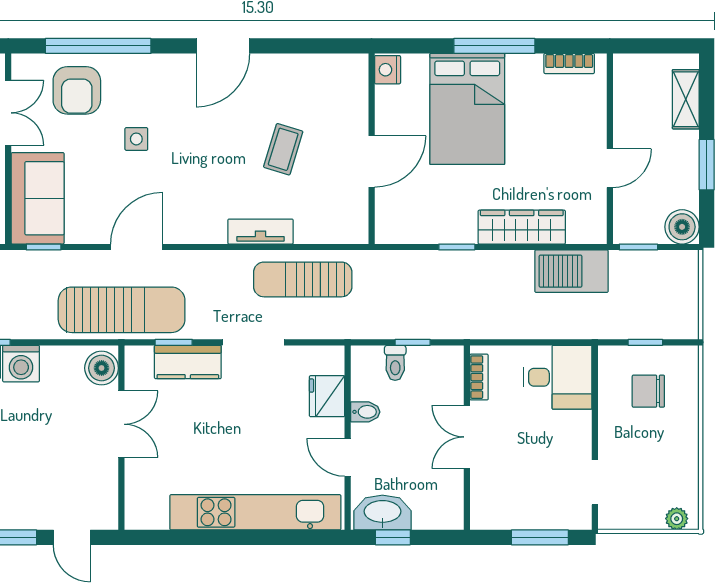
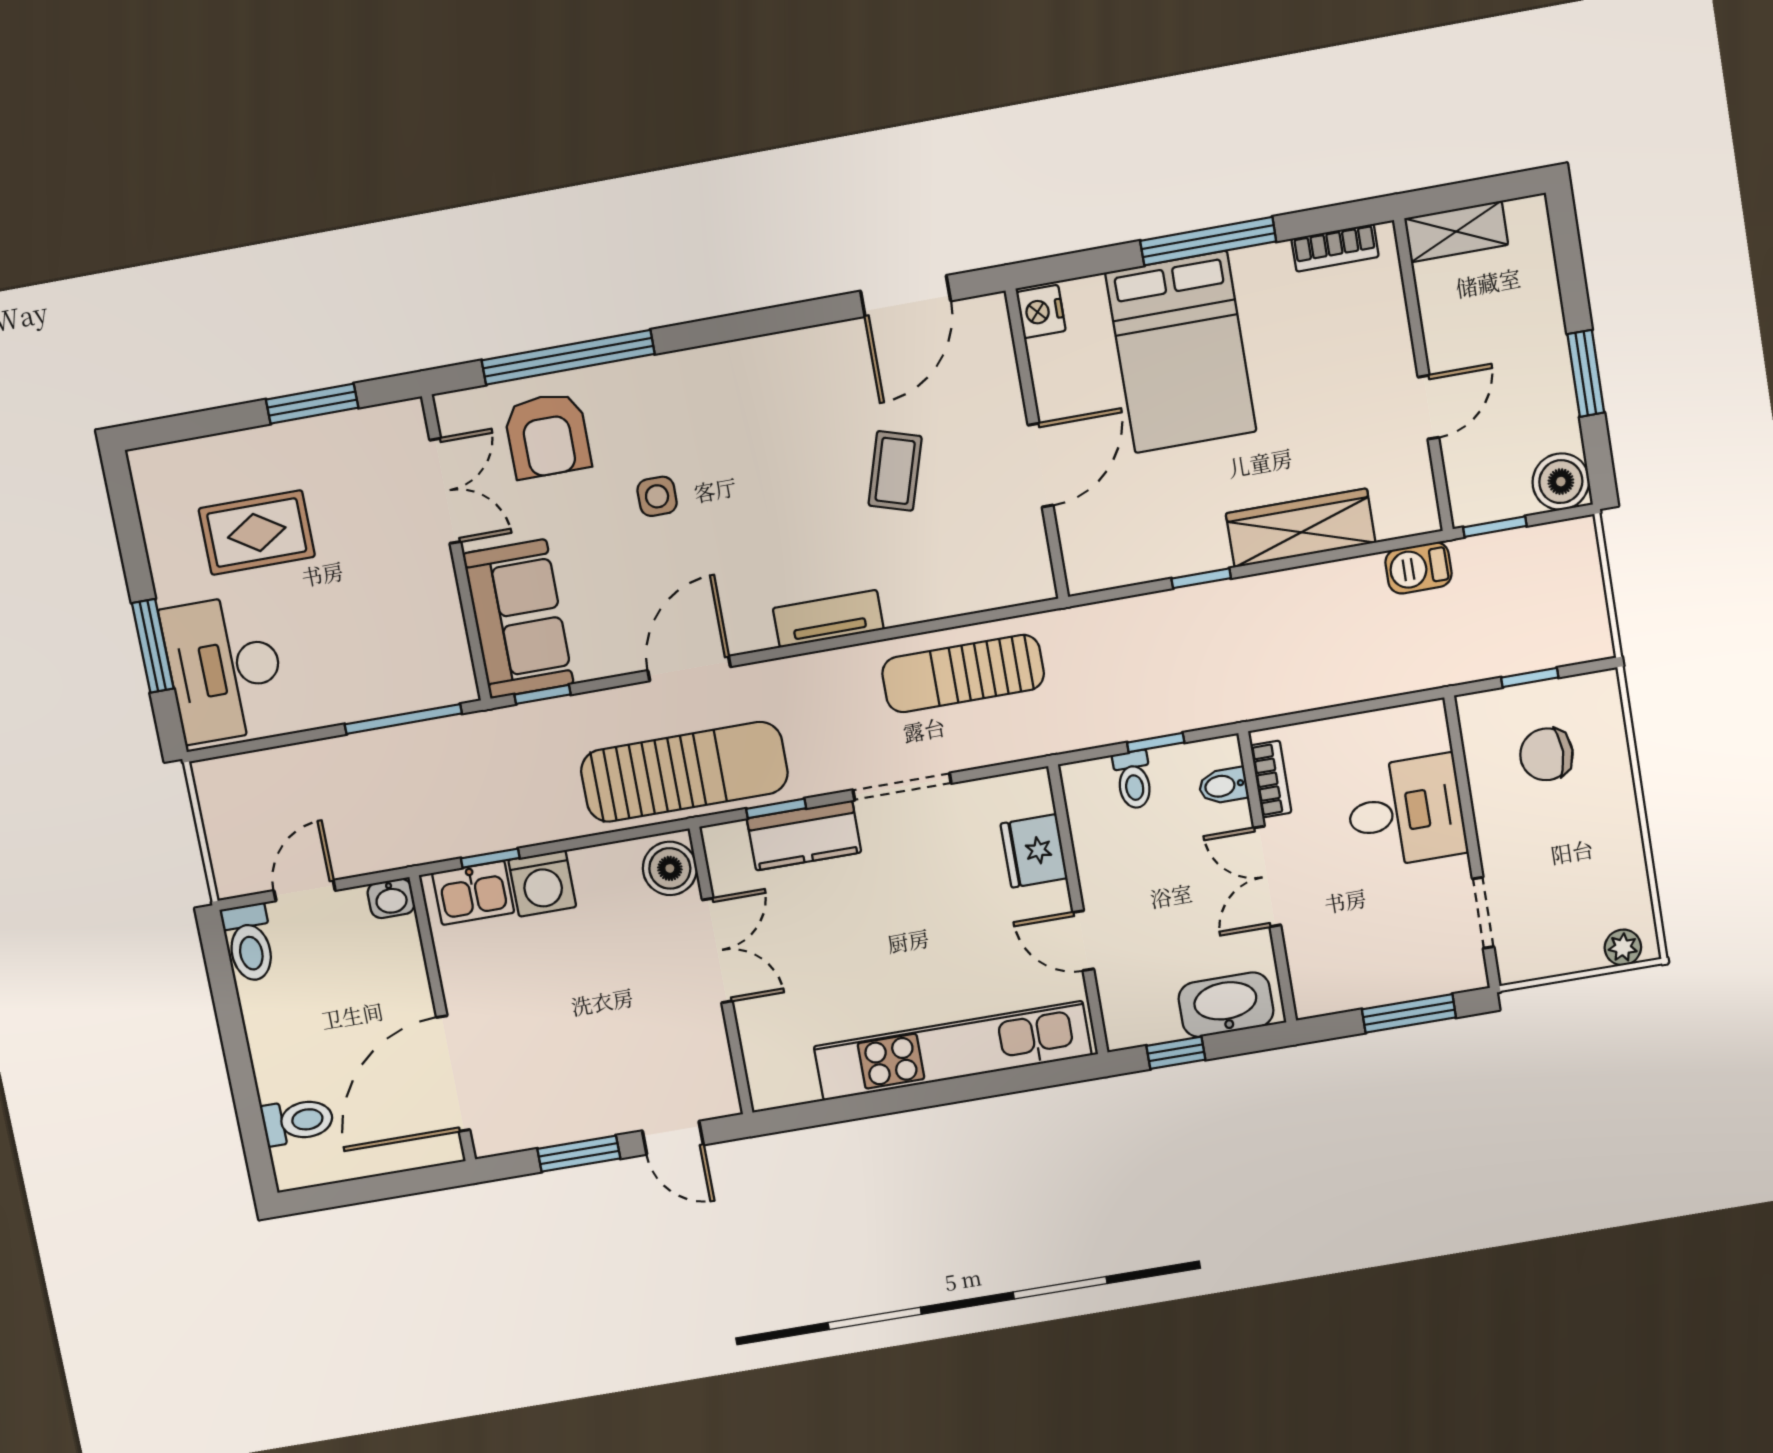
door: (223, 46) -> (906, 296), moved
shelving: (686, 99) -> (1456, 232), moved, turned 90
tv unit: (261, 232) -> (828, 619), moved
barbecue: (572, 271) -> (1419, 568), width x0.53, depth x0.65
desk: (558, 377) -> (1406, 812), moved
bidet: (365, 412) -> (1223, 786), moved, turned 180
washbasin: (382, 512) -> (1226, 1005), moved

